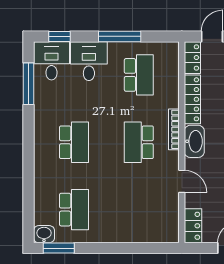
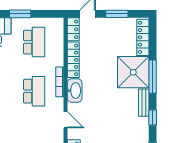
window: (120, 36) -> (20, 14), width x0.69
school desk: (139, 142) -> (34, 91), turned 180

